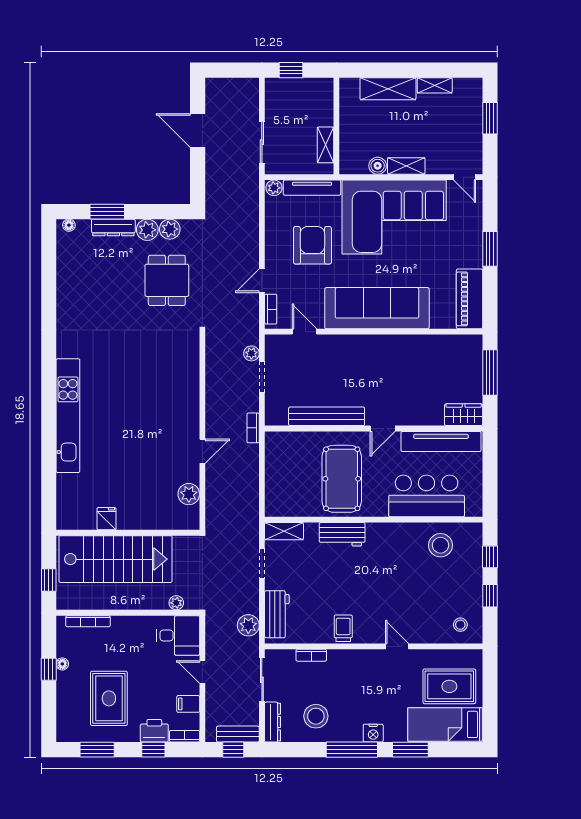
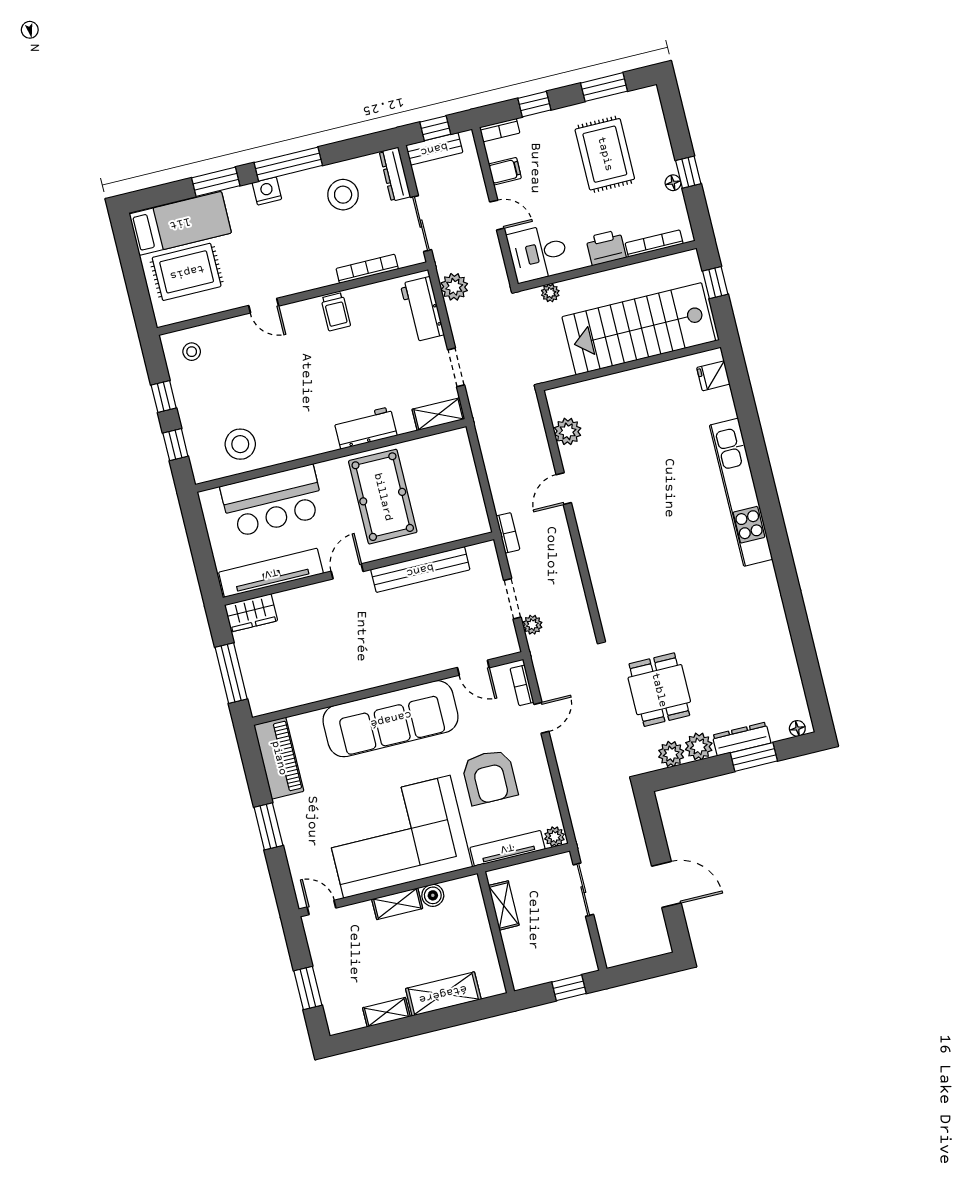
fridge: (107, 519) -> (713, 376), moved, turned 90
bookcase: (311, 655) -> (367, 269), width x1.56
printer: (154, 731) -> (606, 248), moved, turned 180

